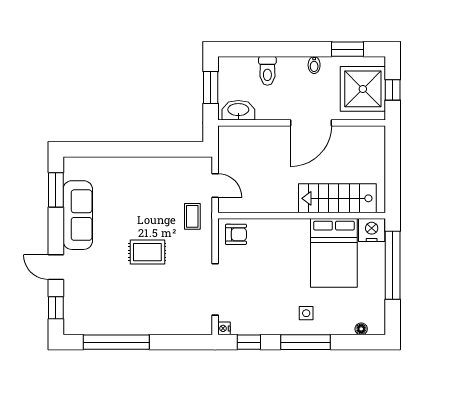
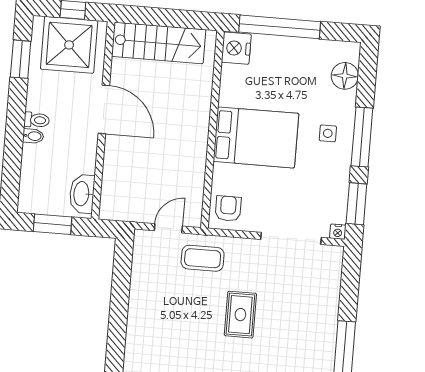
bidet: (314, 65) -> (33, 136), moved
toilet: (267, 71) -> (37, 120), moved, width x0.73, depth x0.72
stairs: (337, 198) -> (159, 43), moved, turned -90
coffee table: (192, 216) -> (203, 258), width x1.36, depth x1.30
bed: (334, 253) -> (256, 137), moved
floor lamp: (361, 329) -> (345, 76), width x1.89, depth x1.89
window: (249, 342) -> (356, 204), width x1.50

